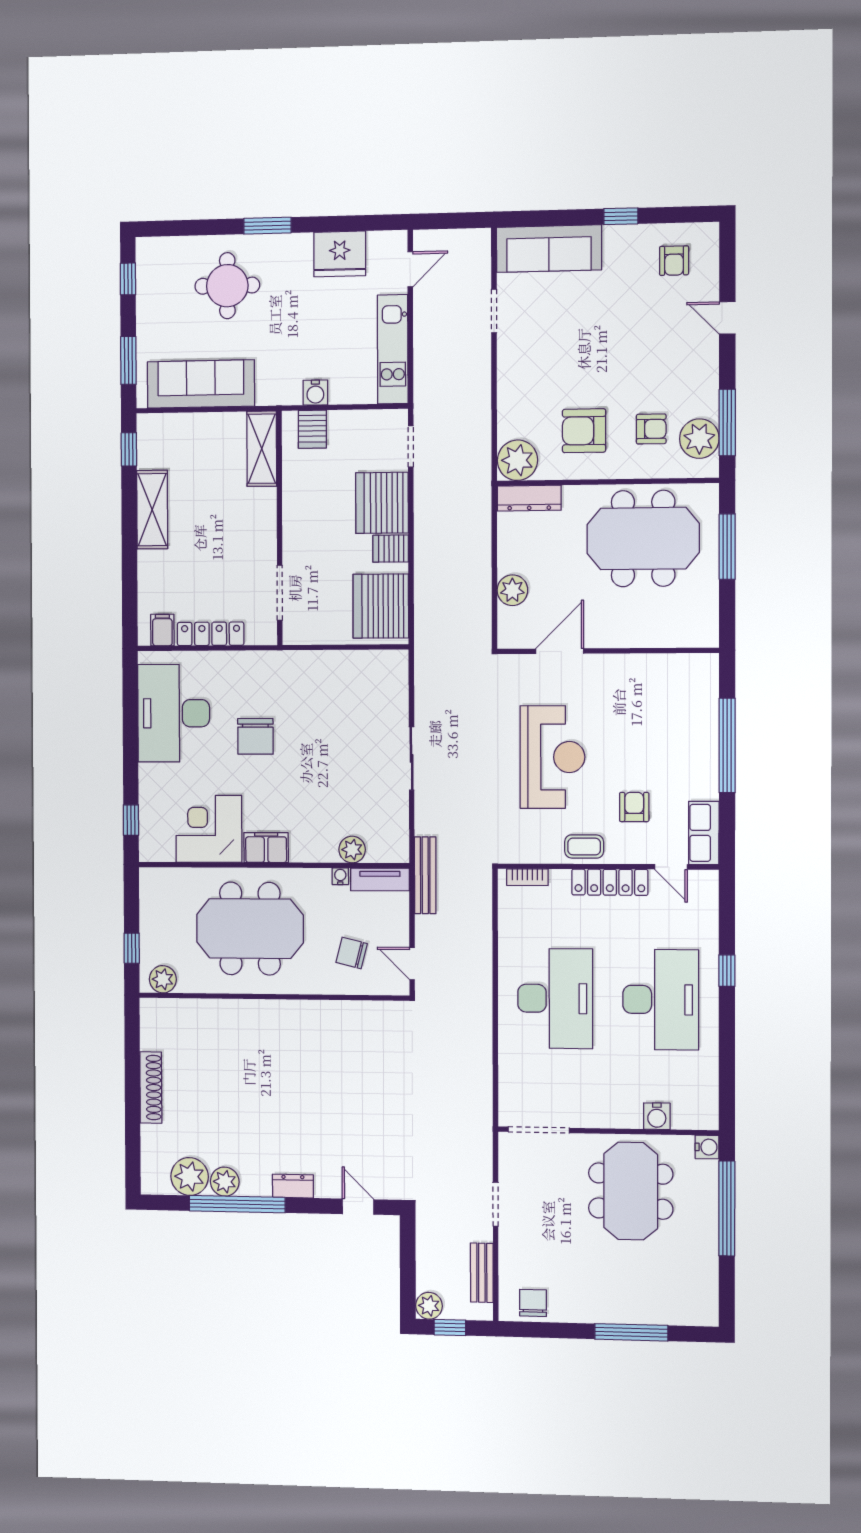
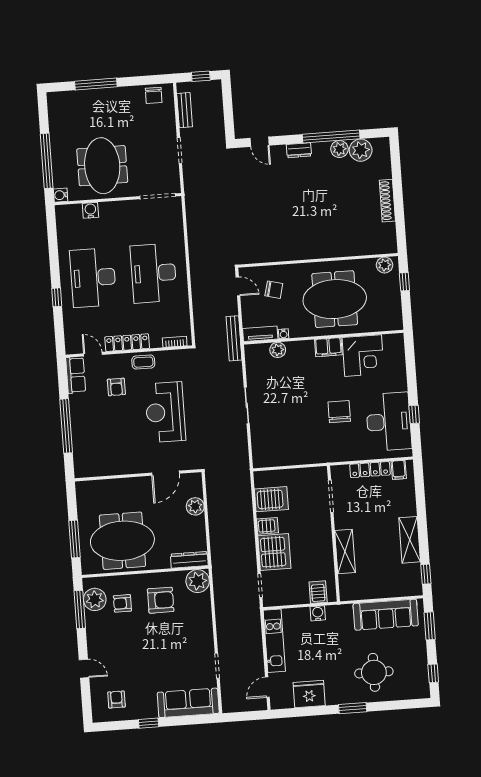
shelving: (262, 449) -> (345, 551), moved
server rack: (381, 606) -> (271, 499), width x0.62
window: (131, 820) -> (414, 414), moved
plant: (429, 1306) -> (214, 88), removed

